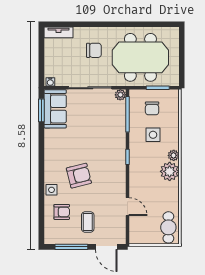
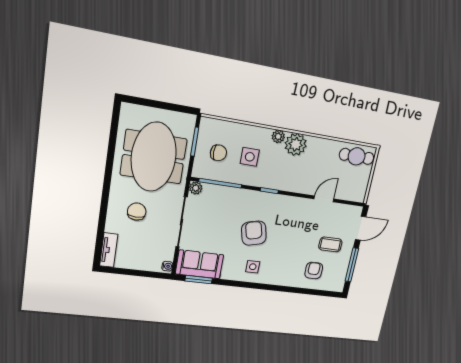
armchair: (79, 176) -> (254, 233), moved
side table: (51, 190) -> (253, 267), moved

